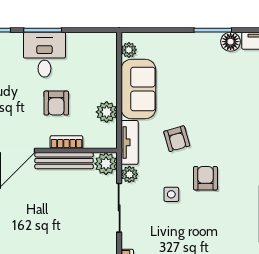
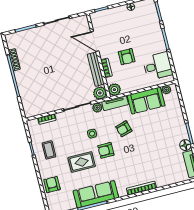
desk: (44, 55) -> (158, 66), moved
armchair: (56, 103) -> (127, 57), turned -90
plant: (107, 112) -> (114, 90), moved
armchair: (205, 178) -> (106, 150), turned 180
rug: (215, 224) -> (82, 162), added

